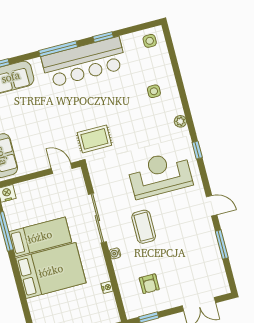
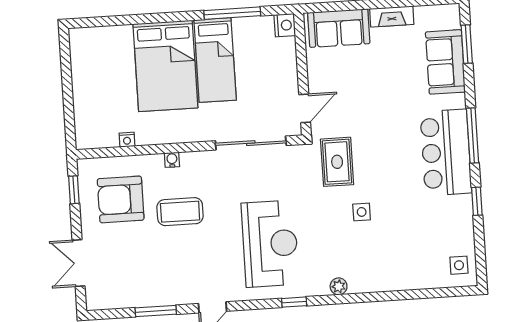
bar counter: (84, 62) -> (446, 152), width x0.73
side table: (154, 91) -> (362, 212), moved
sliding door: (97, 218) -> (251, 143), moved
coffee table: (144, 227) -> (180, 212), moved
armchair: (149, 284) -> (121, 199), width x1.88, depth x1.88

